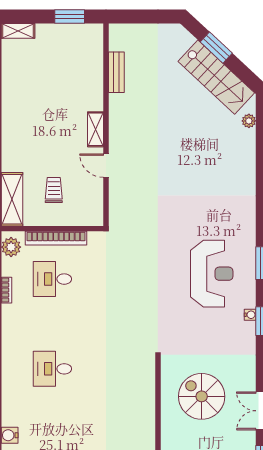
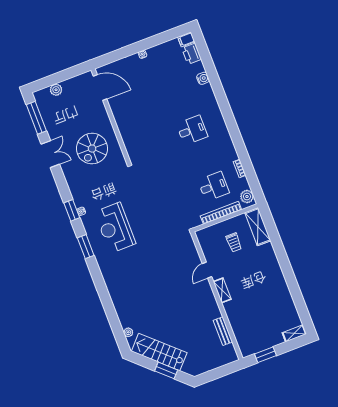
door: (106, 166) -> (207, 270), swing flipped
spiral stairs: (202, 396) -> (92, 149), turned 90

